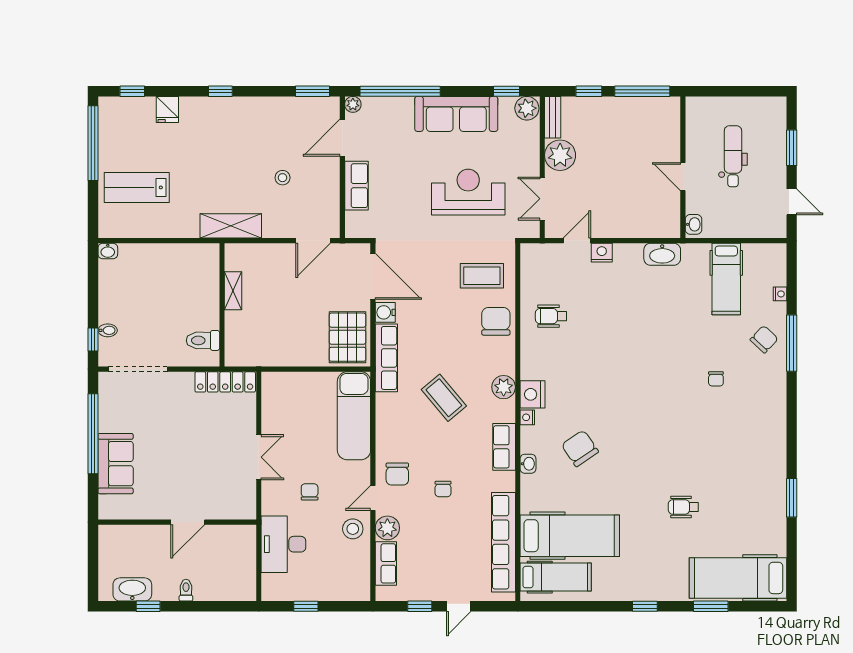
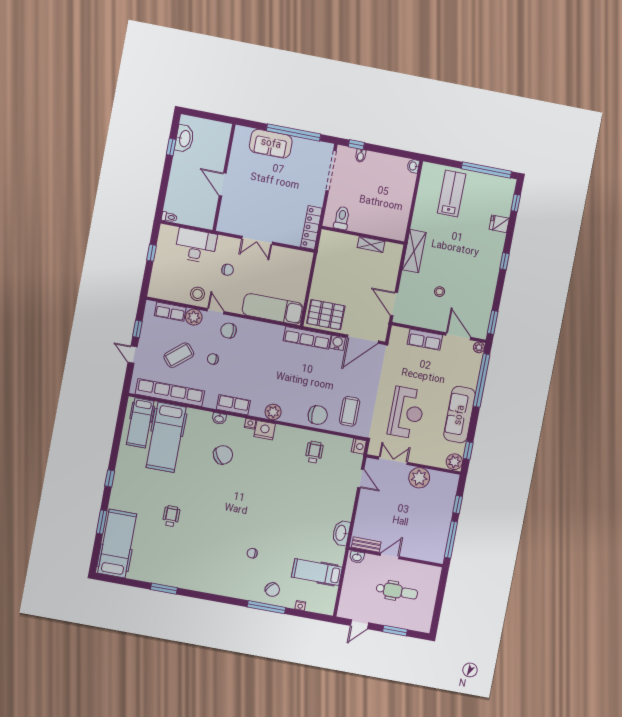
bench: (553, 117) -> (366, 545), moved
nightstand: (602, 253) -> (359, 446), moved
coffee table: (444, 398) -> (179, 355), moved
toilet: (186, 590) -> (169, 217), moved

